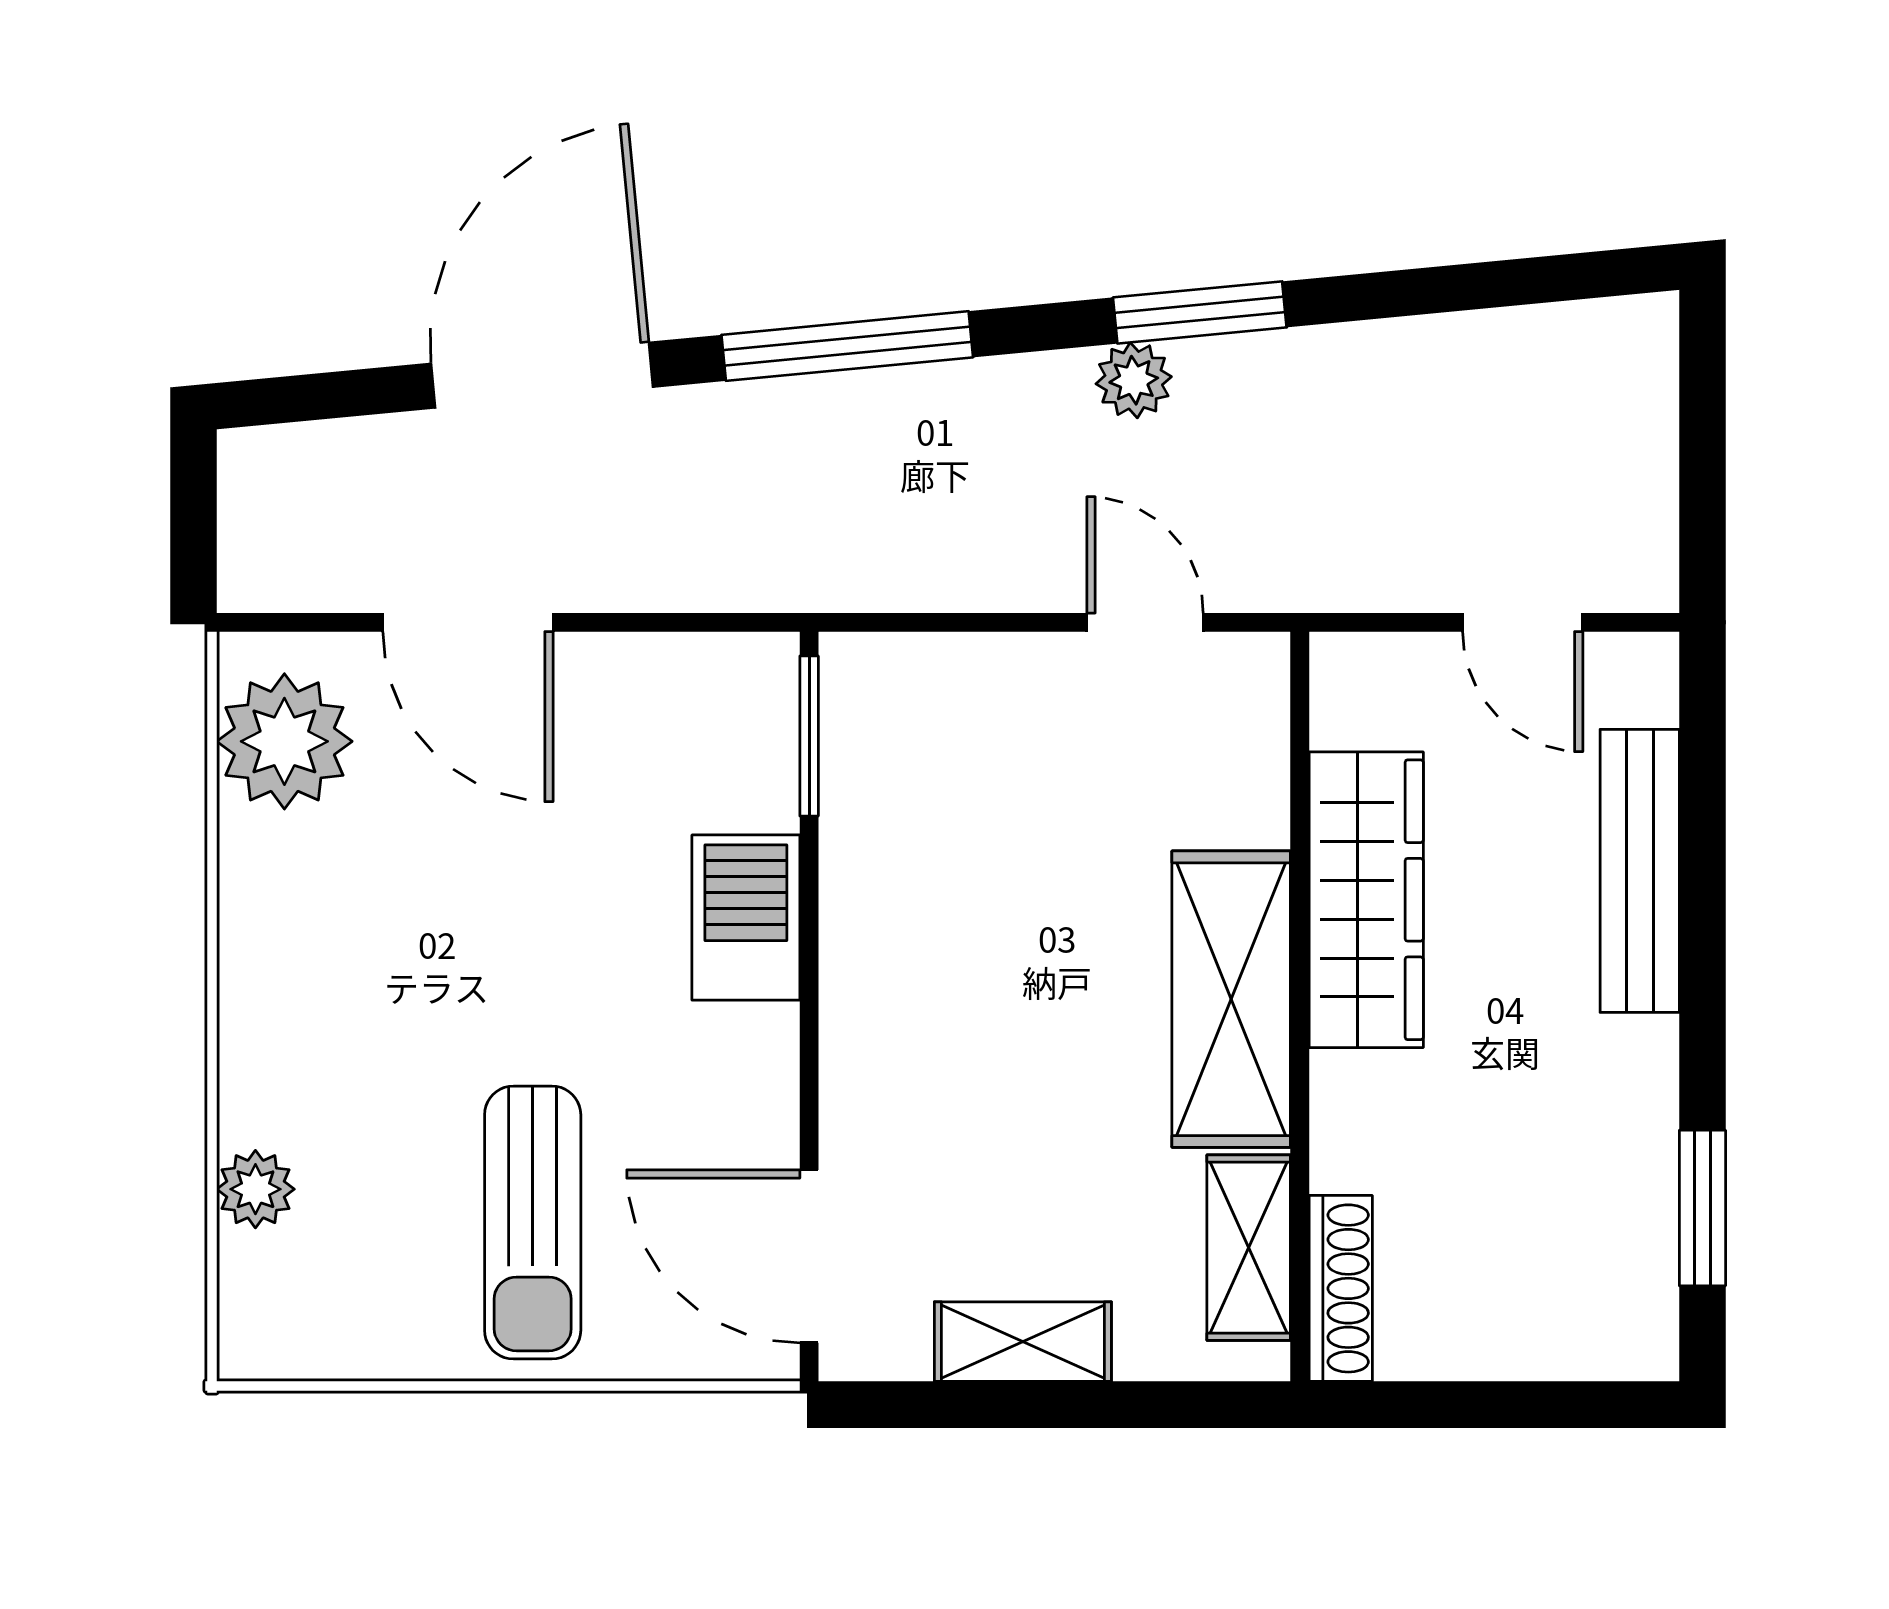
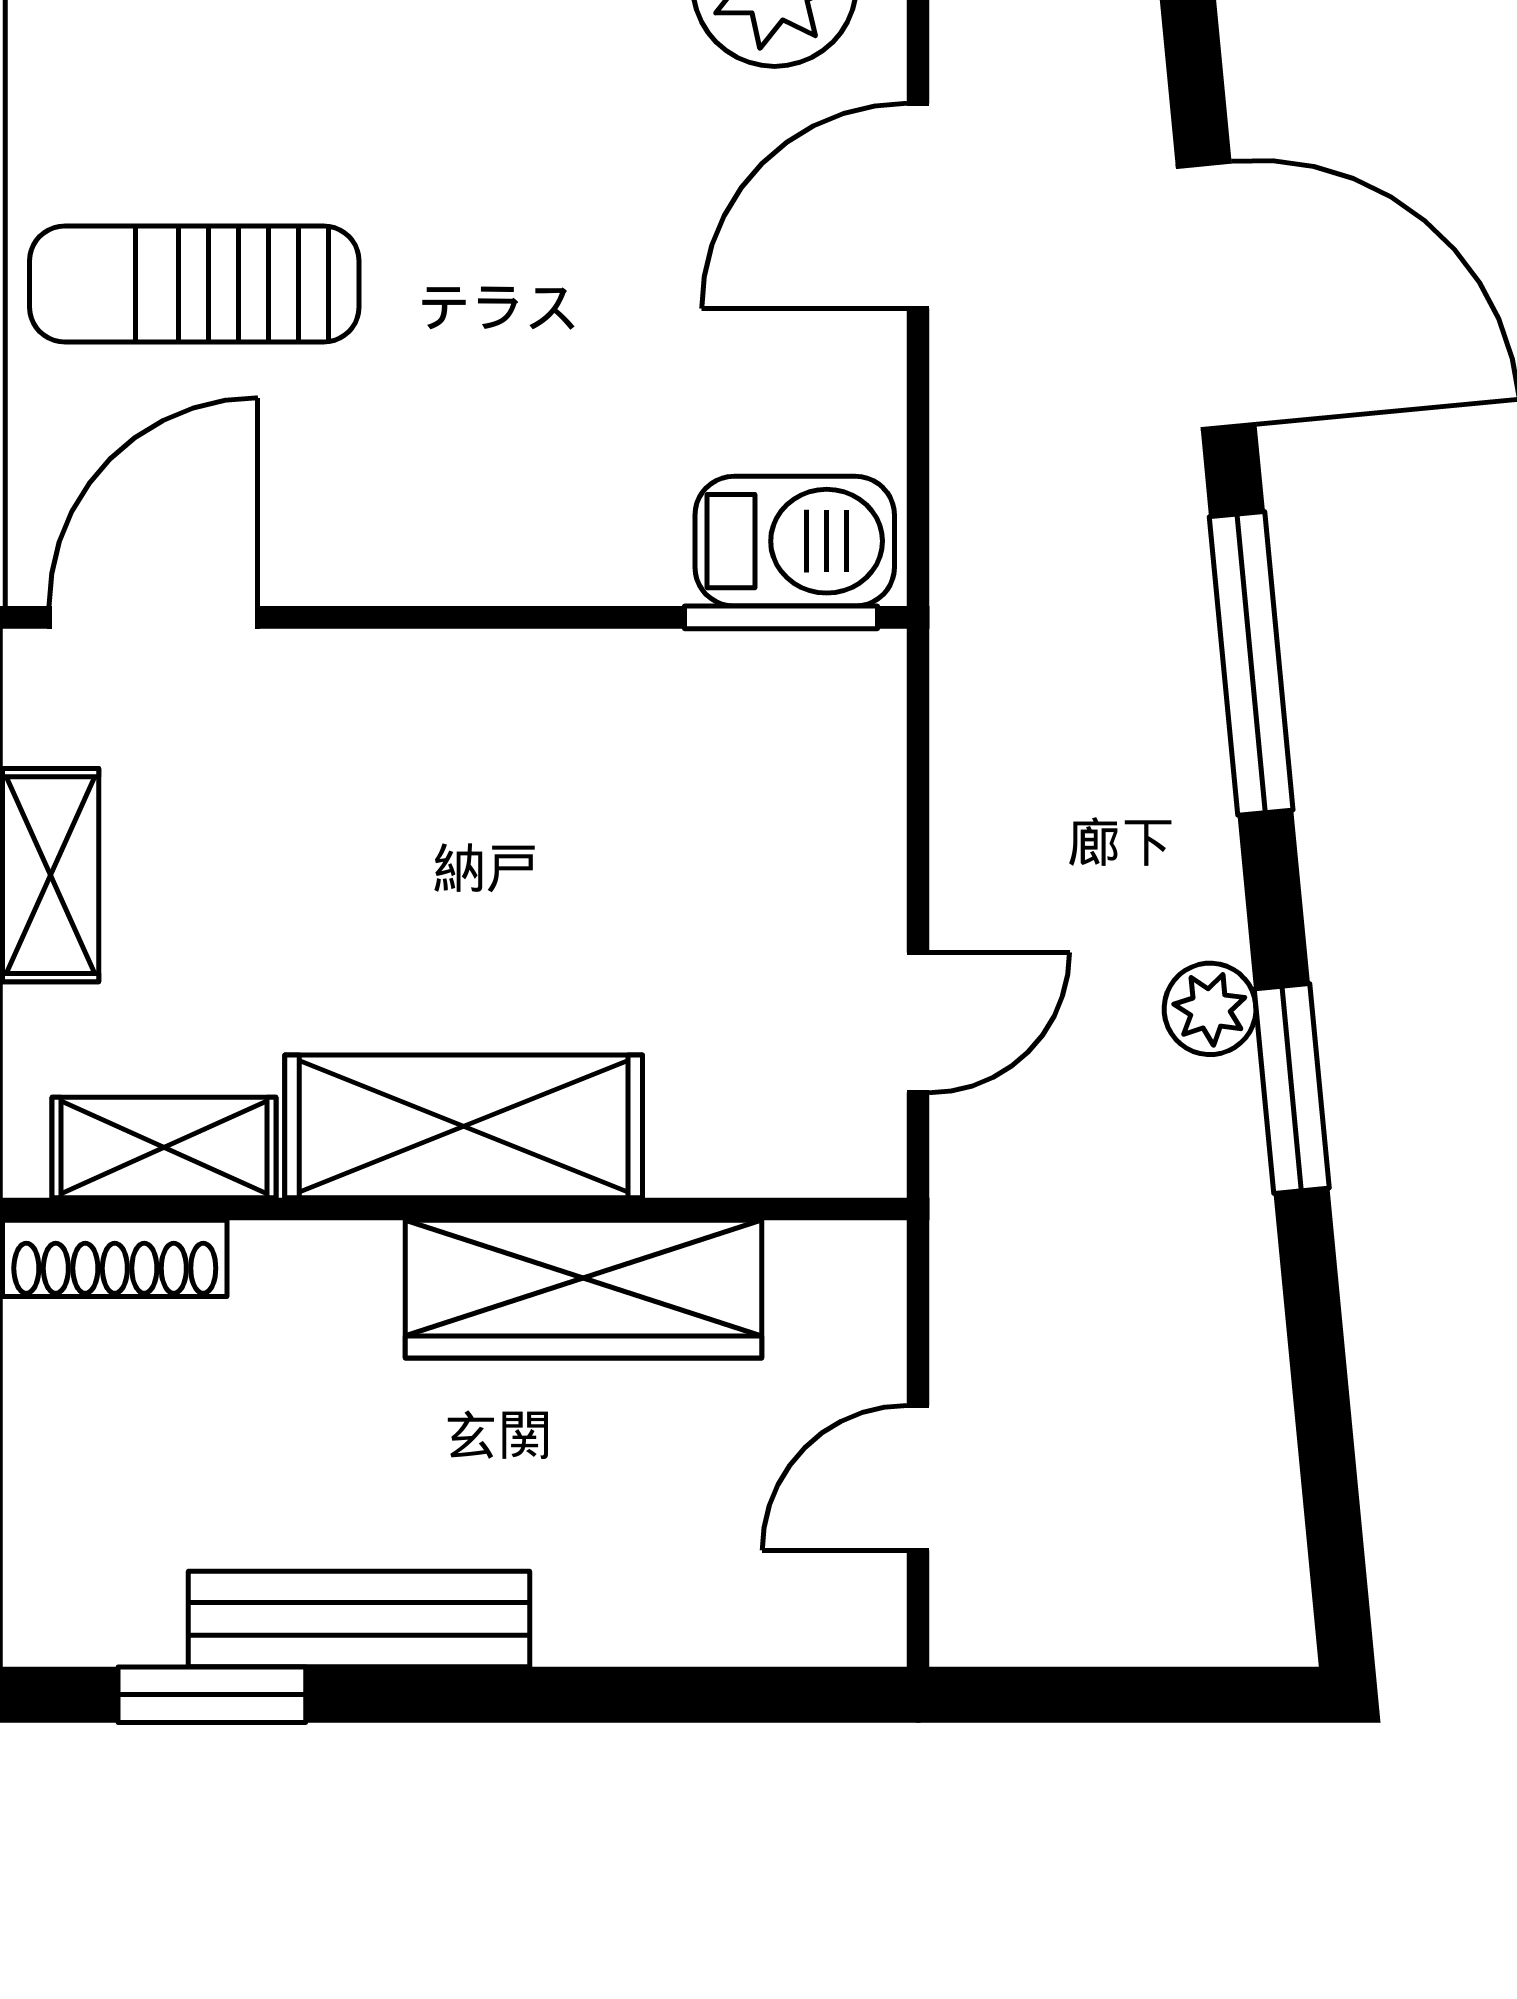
bench: (1640, 871) -> (359, 1619), moved
barbecue: (746, 918) -> (795, 541), moved

